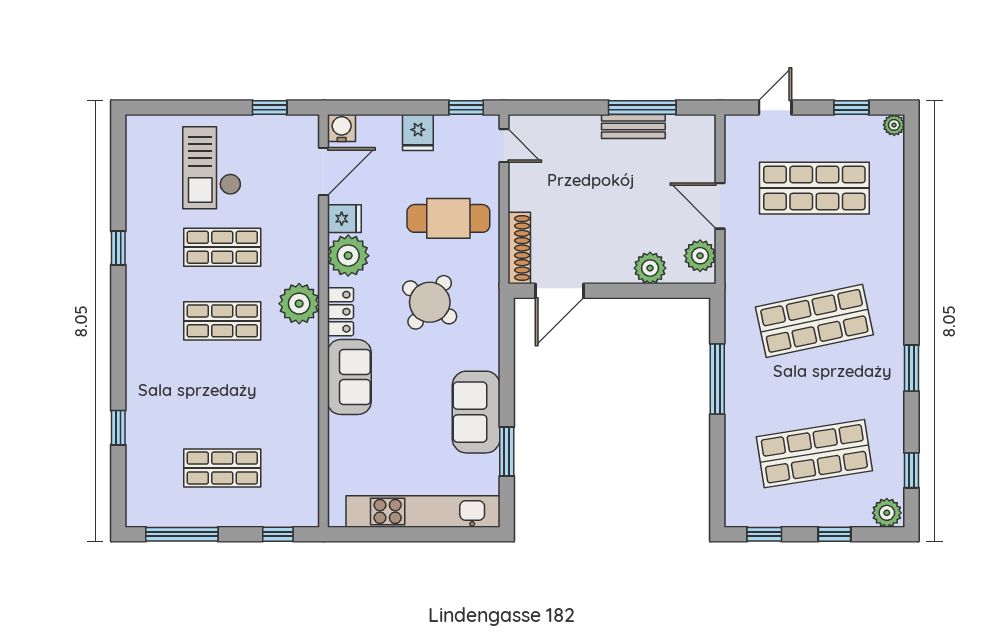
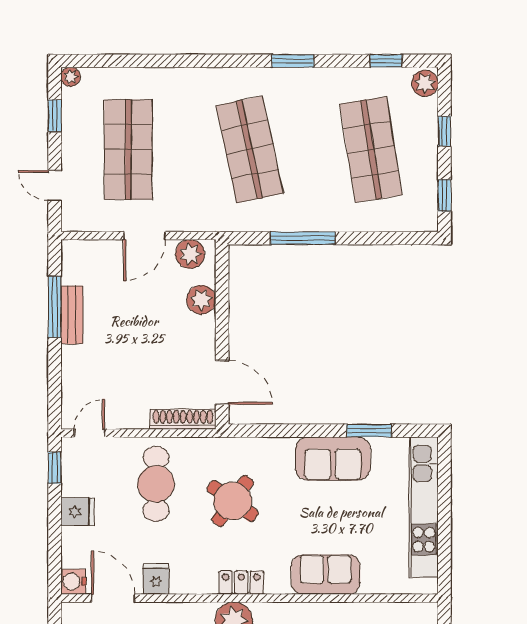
plant: (348, 256) -> (190, 576), removed
sofa: (349, 377) -> (326, 575), moved

